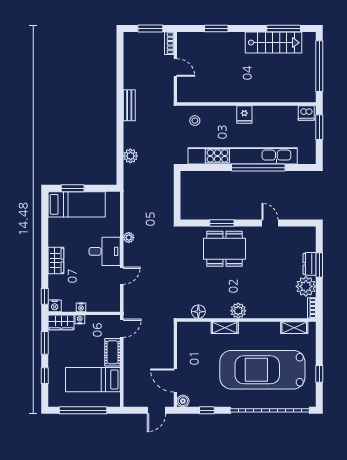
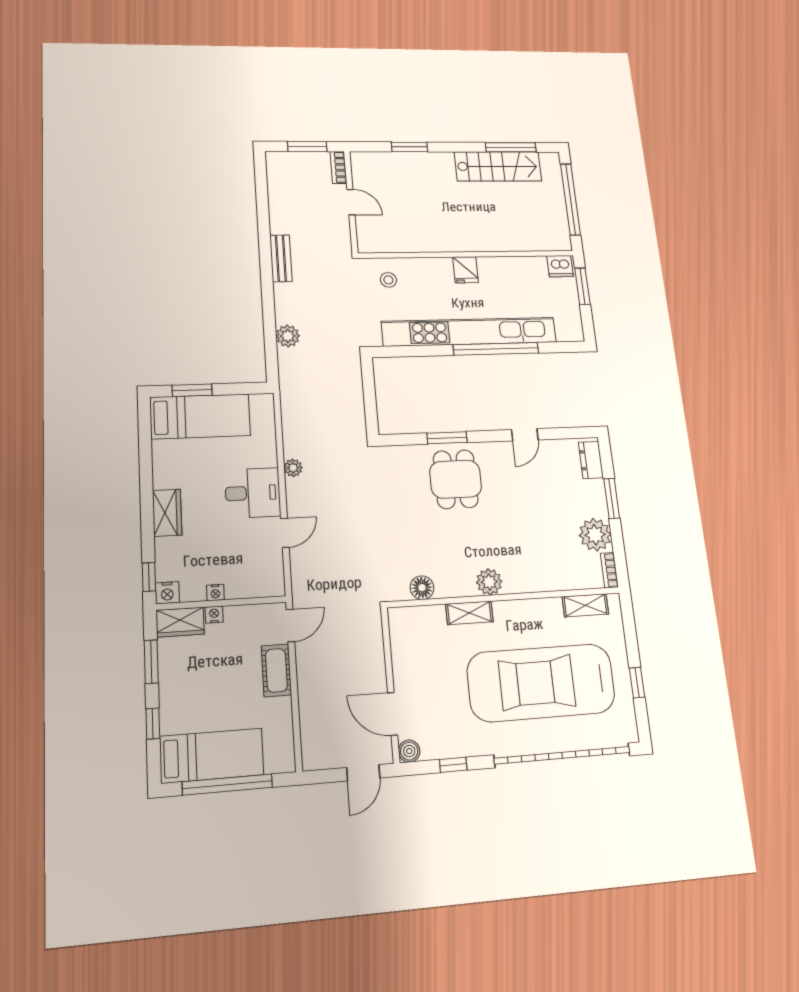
door: (270, 223) -> (525, 435), swing flipped
dining table: (225, 249) -> (456, 479), width x0.73
dresser: (309, 264) -> (591, 460), moved
bed: (93, 380) -> (212, 756), moved, turned 180

